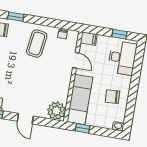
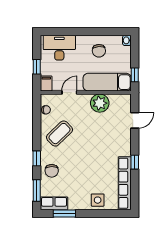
window: (119, 34) -> (37, 67), moved
coffee table: (37, 44) -> (59, 134), turned -52
plant: (56, 111) -> (100, 103), moved
door: (25, 119) -> (135, 120), moved

